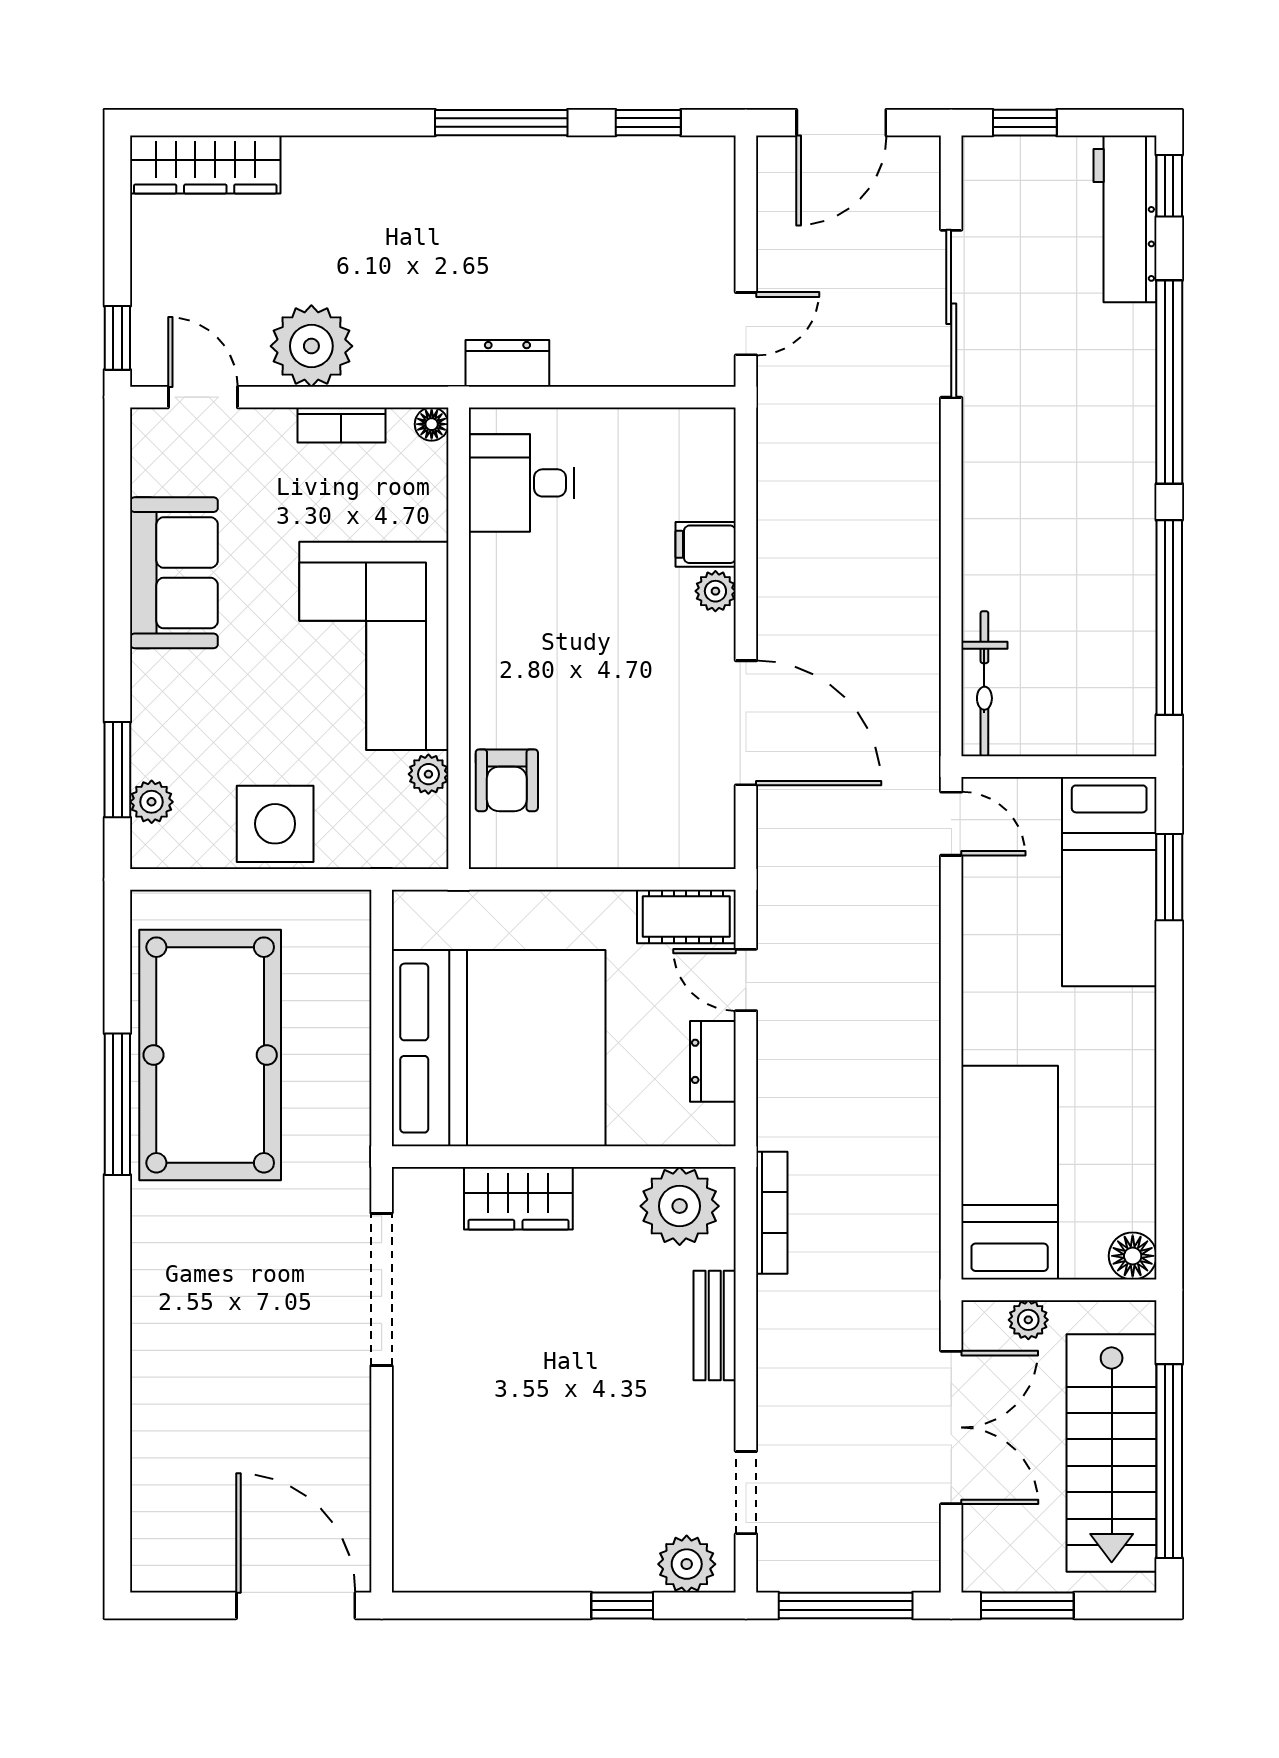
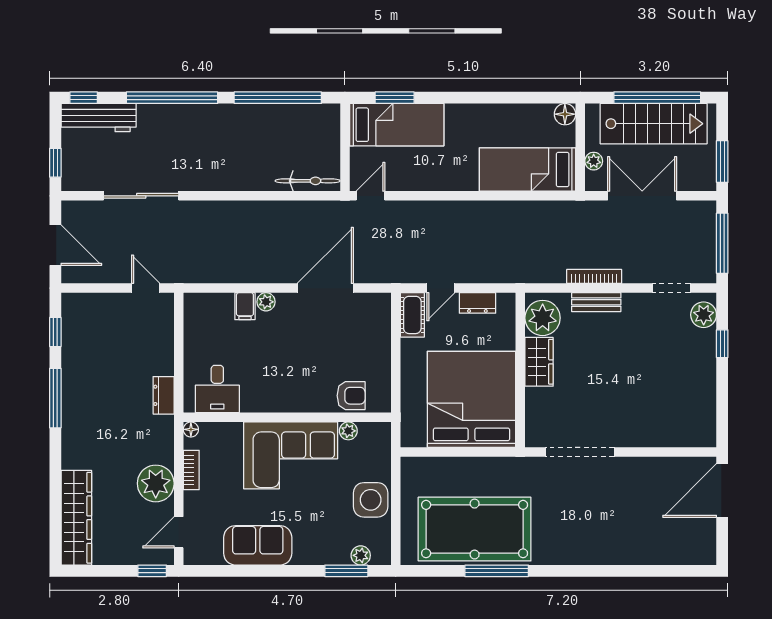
wardrobe: (205, 165) -> (76, 518), width x1.40, depth x1.17
wardrobe: (518, 1198) -> (539, 362), moved
bookcase: (772, 1213) -> (594, 276), moved

